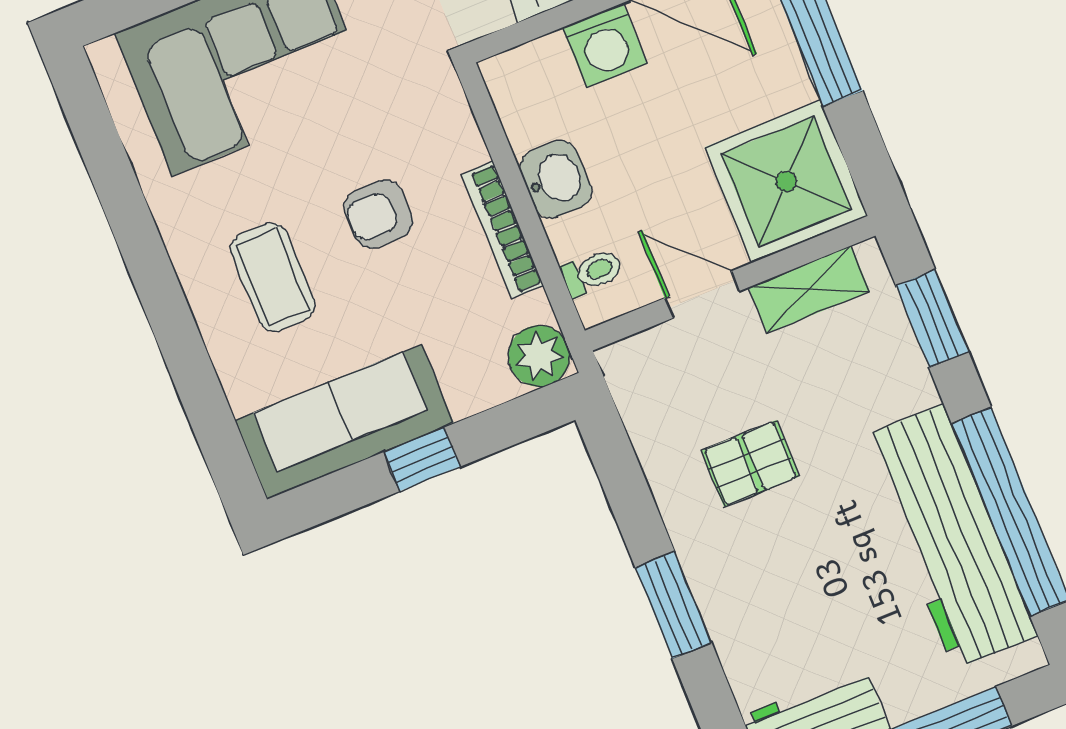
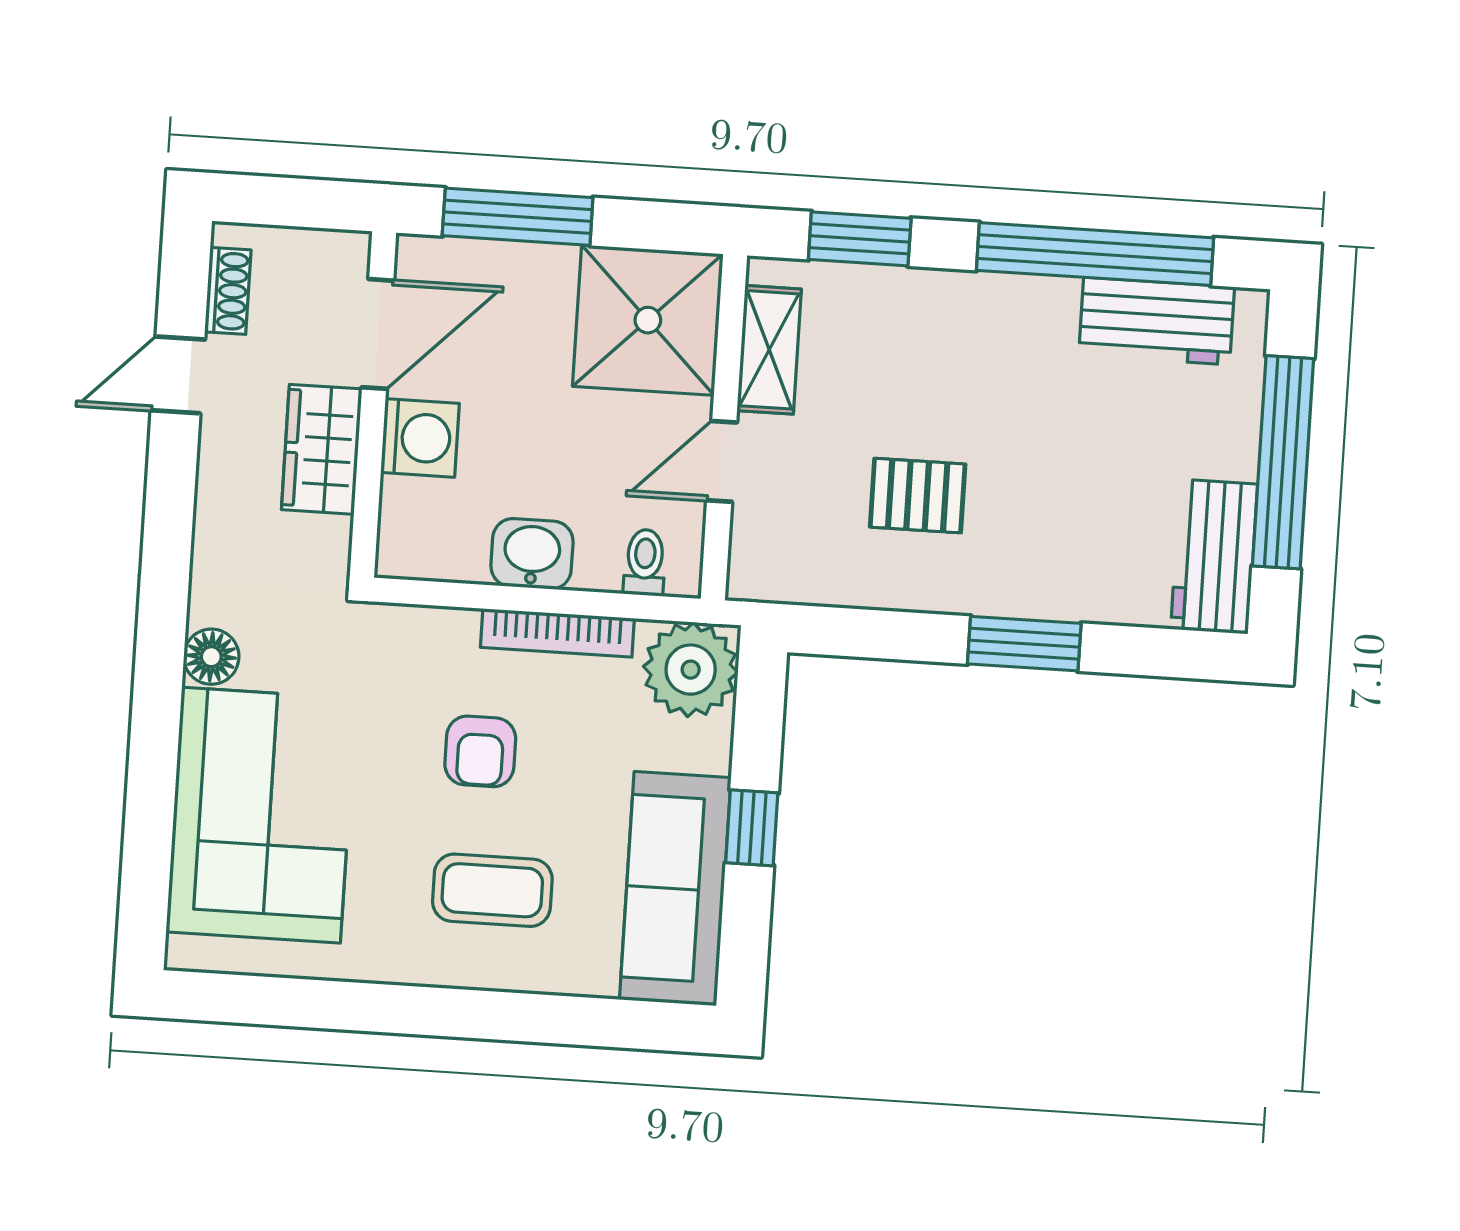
plant: (539, 356) -> (691, 670), width x1.36, depth x1.36
pallet: (750, 464) -> (918, 496), turned 90
workbench: (949, 537) -> (1157, 321), width x0.53, depth x0.76

